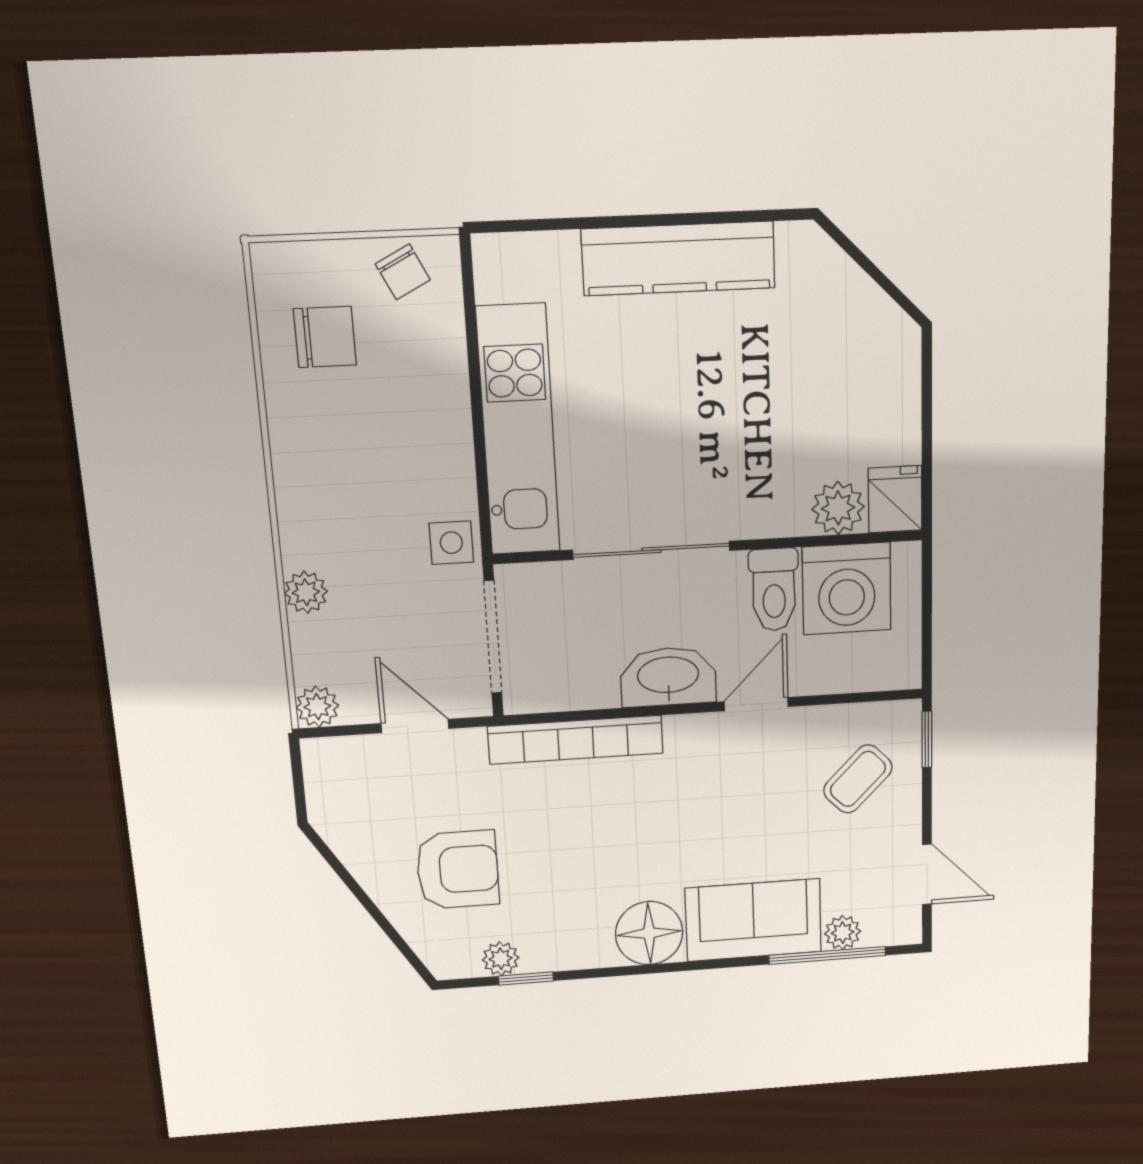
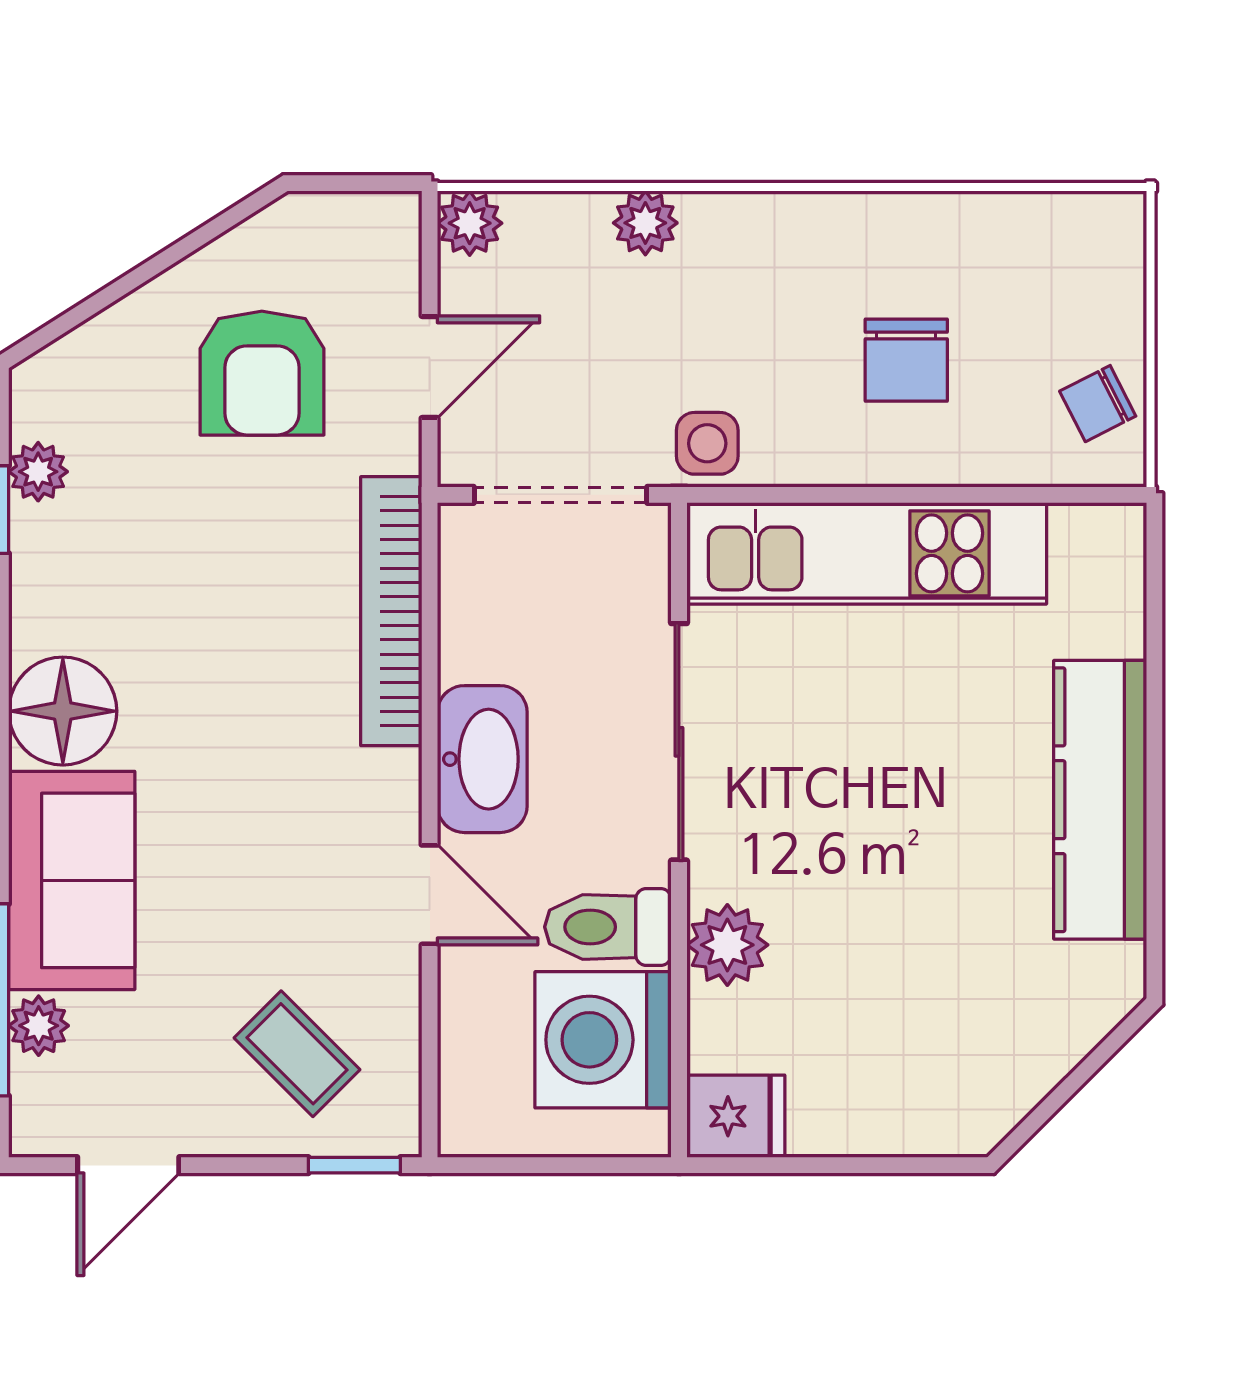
chair: (325, 337) -> (906, 360), moved
plant: (838, 508) -> (727, 945), moved
armchair: (458, 870) -> (262, 373), moved

